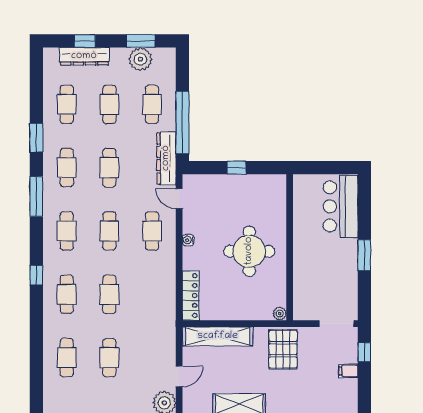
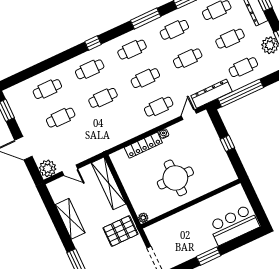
locker: (191, 295) -> (143, 145), moved

